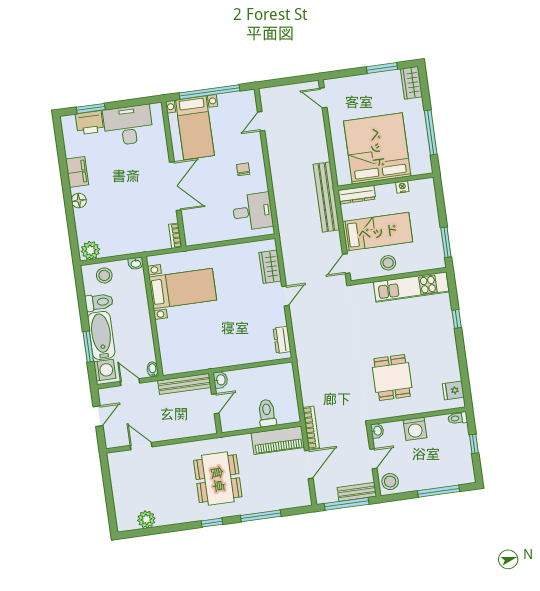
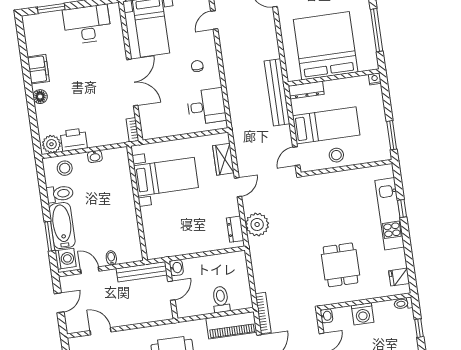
printer: (89, 123) -> (74, 140), moved, turned 180
nightstand: (402, 187) -> (375, 79), moved
kitchen unit: (411, 287) -> (390, 214), moved, turned 90
bed with nightstands: (183, 288) -> (166, 177), moved
wall: (152, 316) -> (137, 203), moved
plant: (305, 335) -> (257, 224), added

